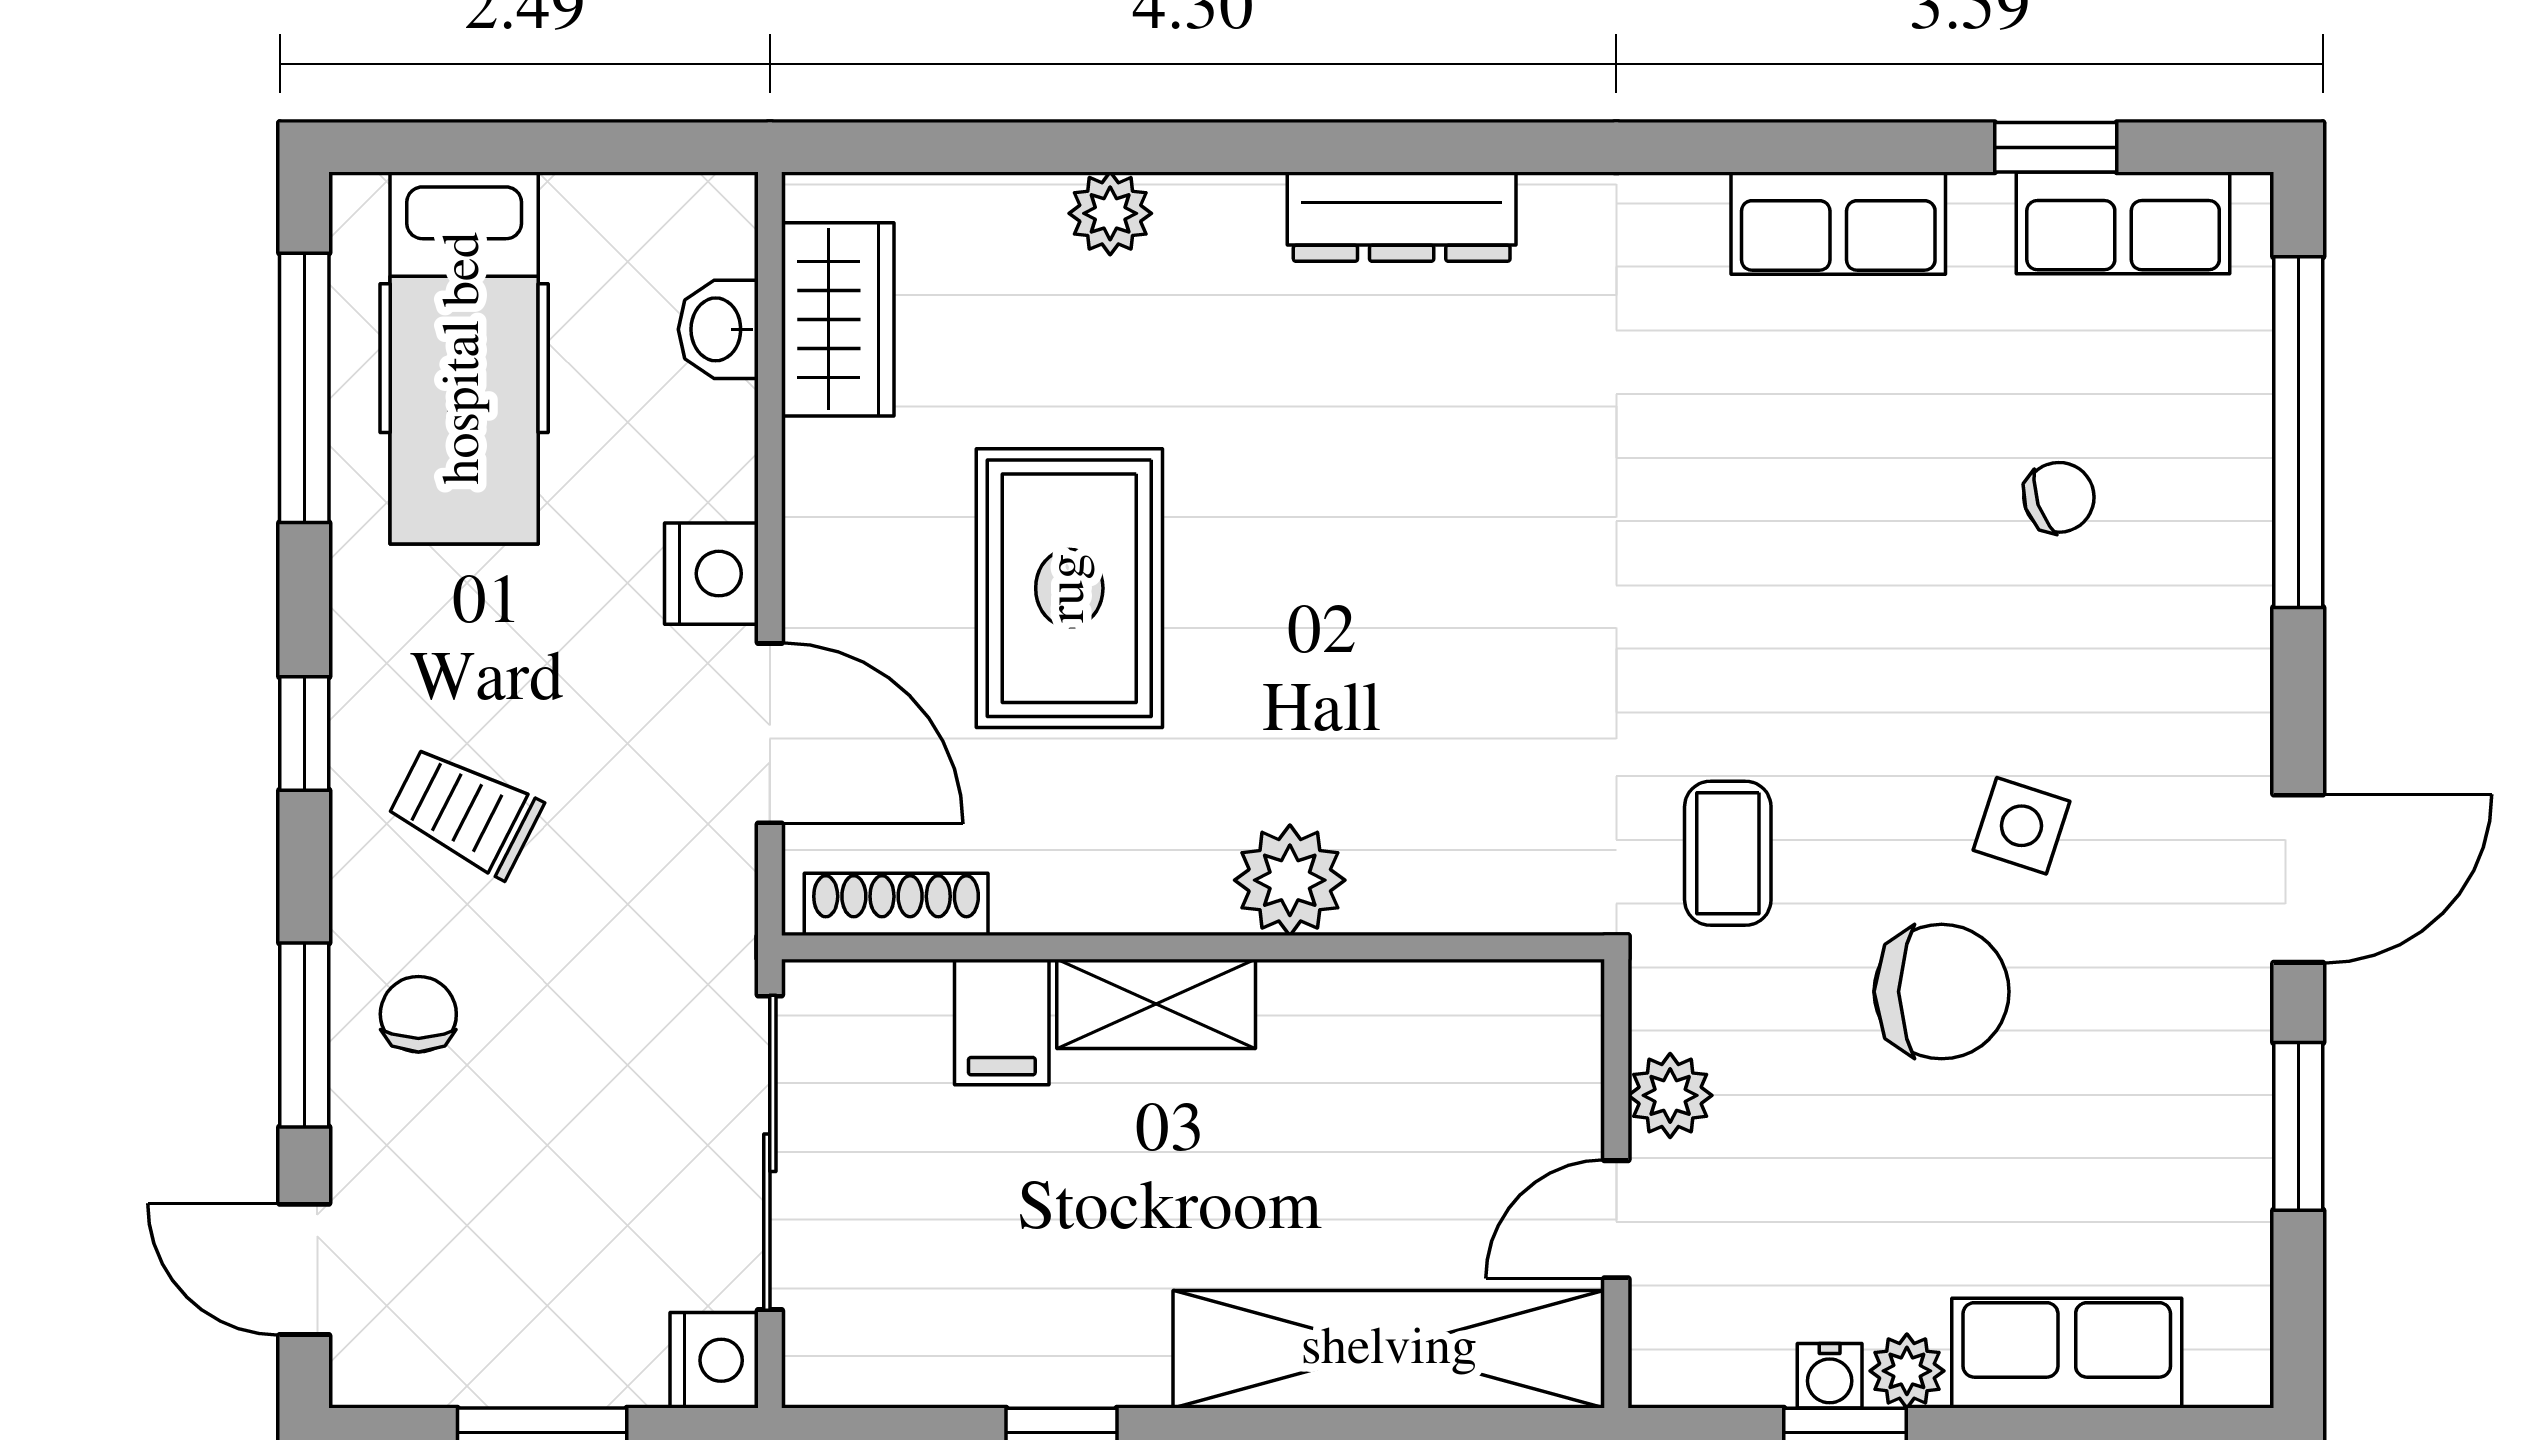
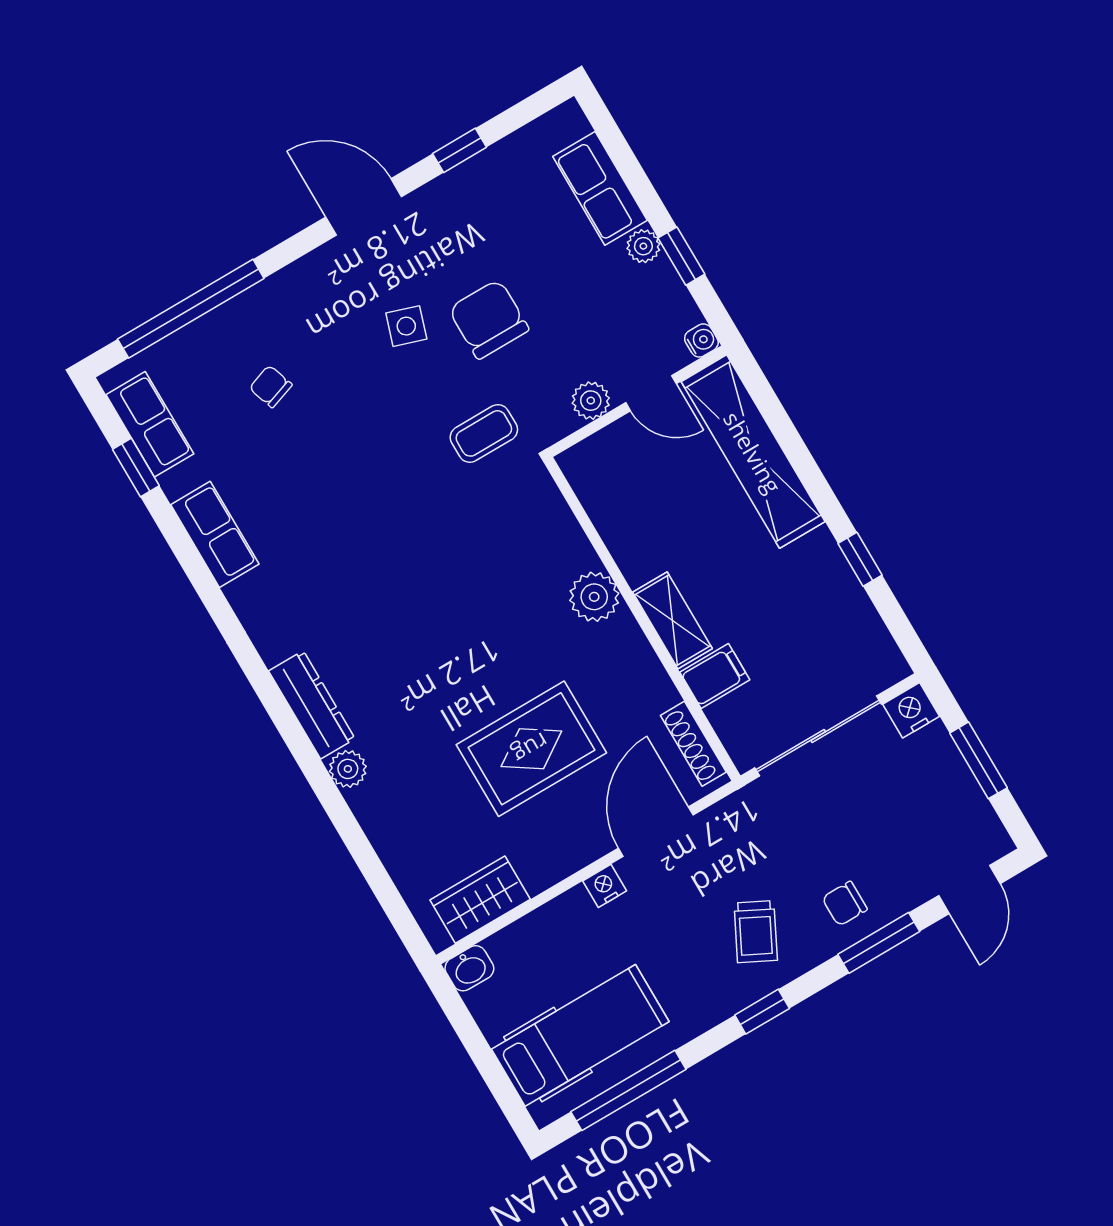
plant: (1110, 213) -> (348, 769), moved
washbasin: (718, 329) -> (469, 968), moved
nightstand: (711, 574) -> (605, 886), width x0.72, depth x0.74
window: (2298, 1126) -> (460, 150), width x0.67
water cooler: (1830, 1376) -> (701, 340), moved

